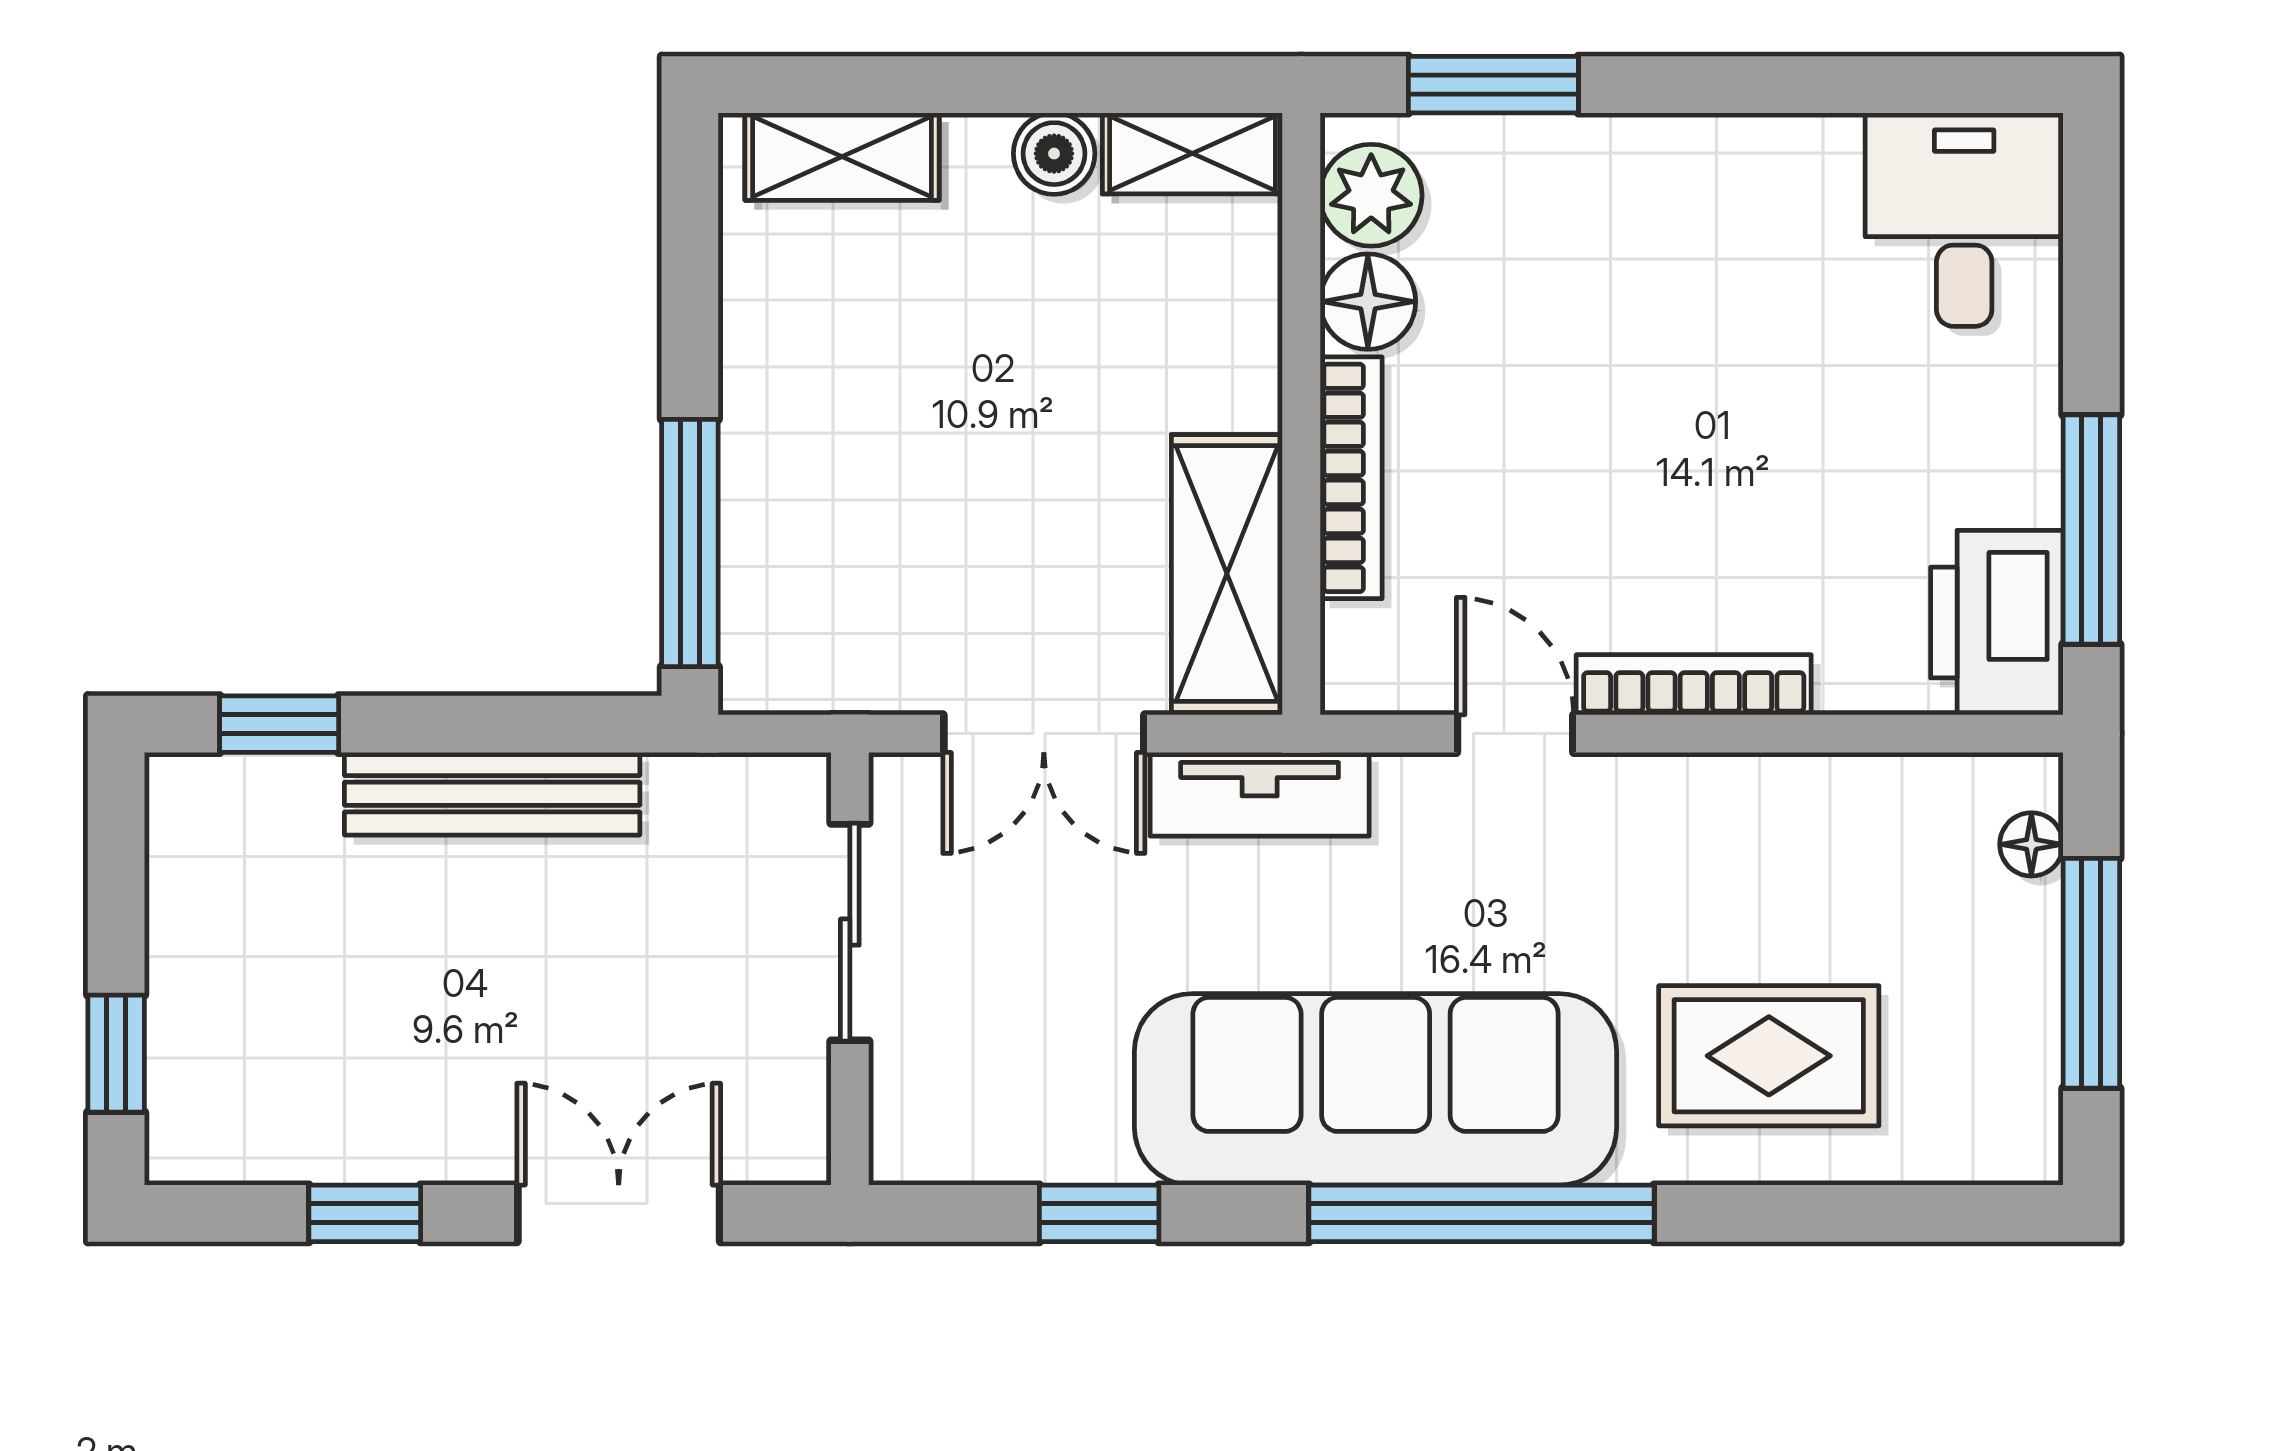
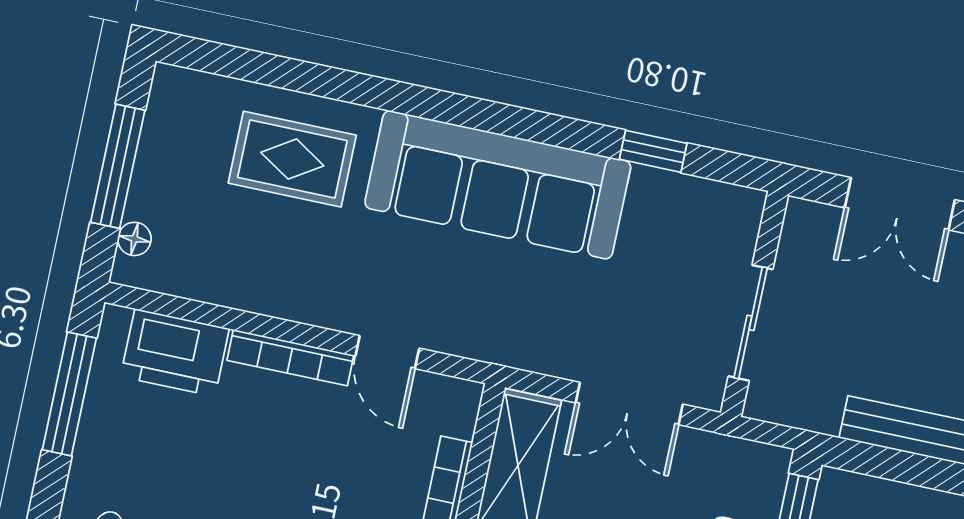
printer: (1997, 623) -> (175, 353), moved, turned 90
double door: (1044, 734) -> (629, 404), swing flipped
tv unit: (1260, 794) -> (525, 349), removed
window: (1481, 1213) -> (457, 110), removed

